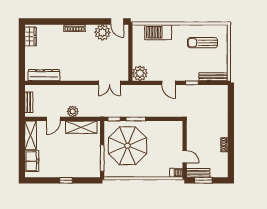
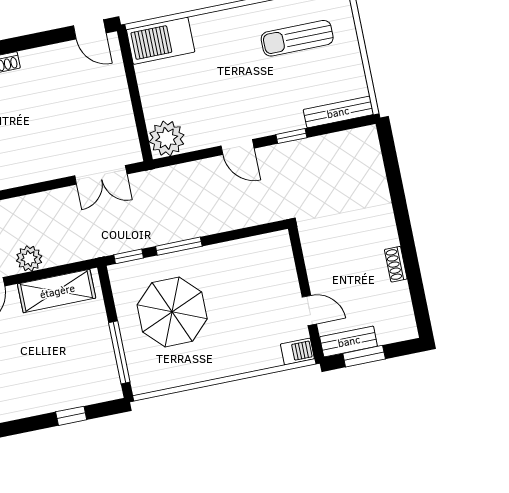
plant: (102, 32) -> (61, 62), removed
barbecue: (158, 32) -> (161, 41), moved
parasol: (128, 146) -> (172, 312), width x0.73, depth x0.73
window: (66, 180) -> (71, 416), moved

